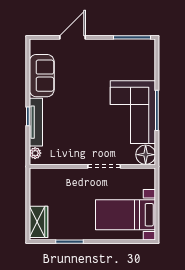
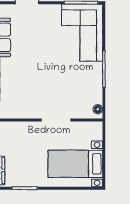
corner sofa: (133, 112) -> (82, 33), moved
floor lamp: (146, 155) -> (98, 109), width x0.53, depth x0.53

